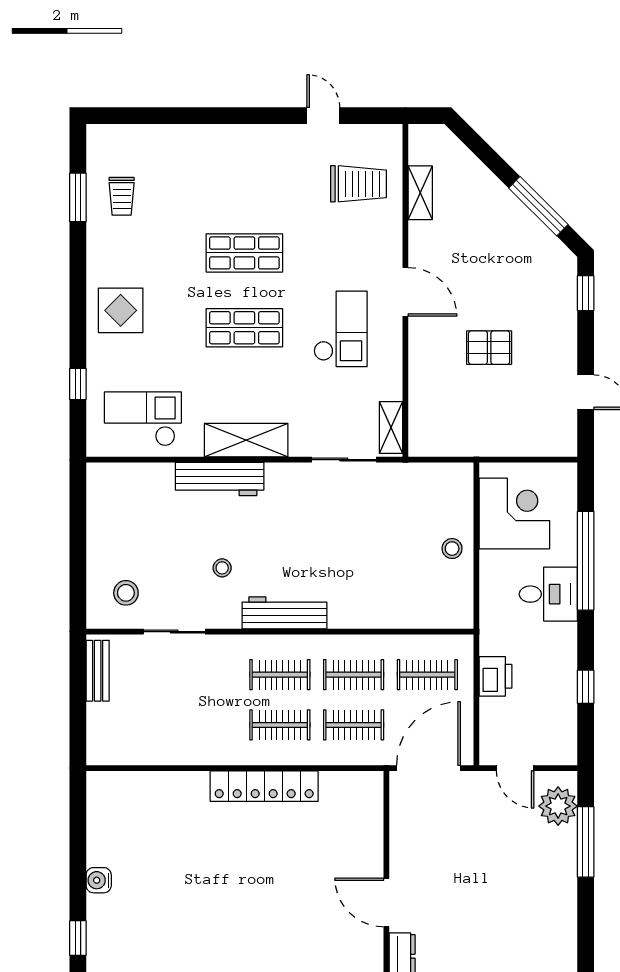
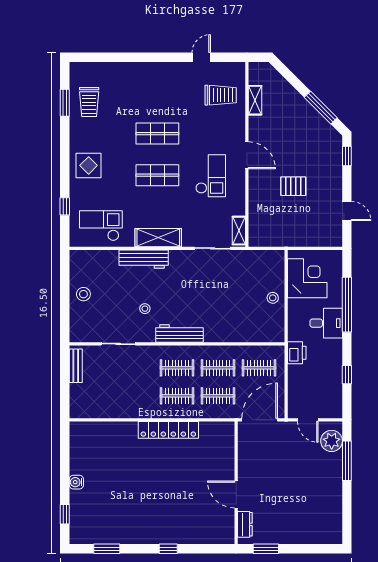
door: (323, 116) -> (201, 57), hinge flipped
trolley: (122, 196) -> (89, 102), width x1.36, depth x1.39
stool: (126, 593) -> (83, 294), moved
printer: (495, 676) -> (297, 353), moved

